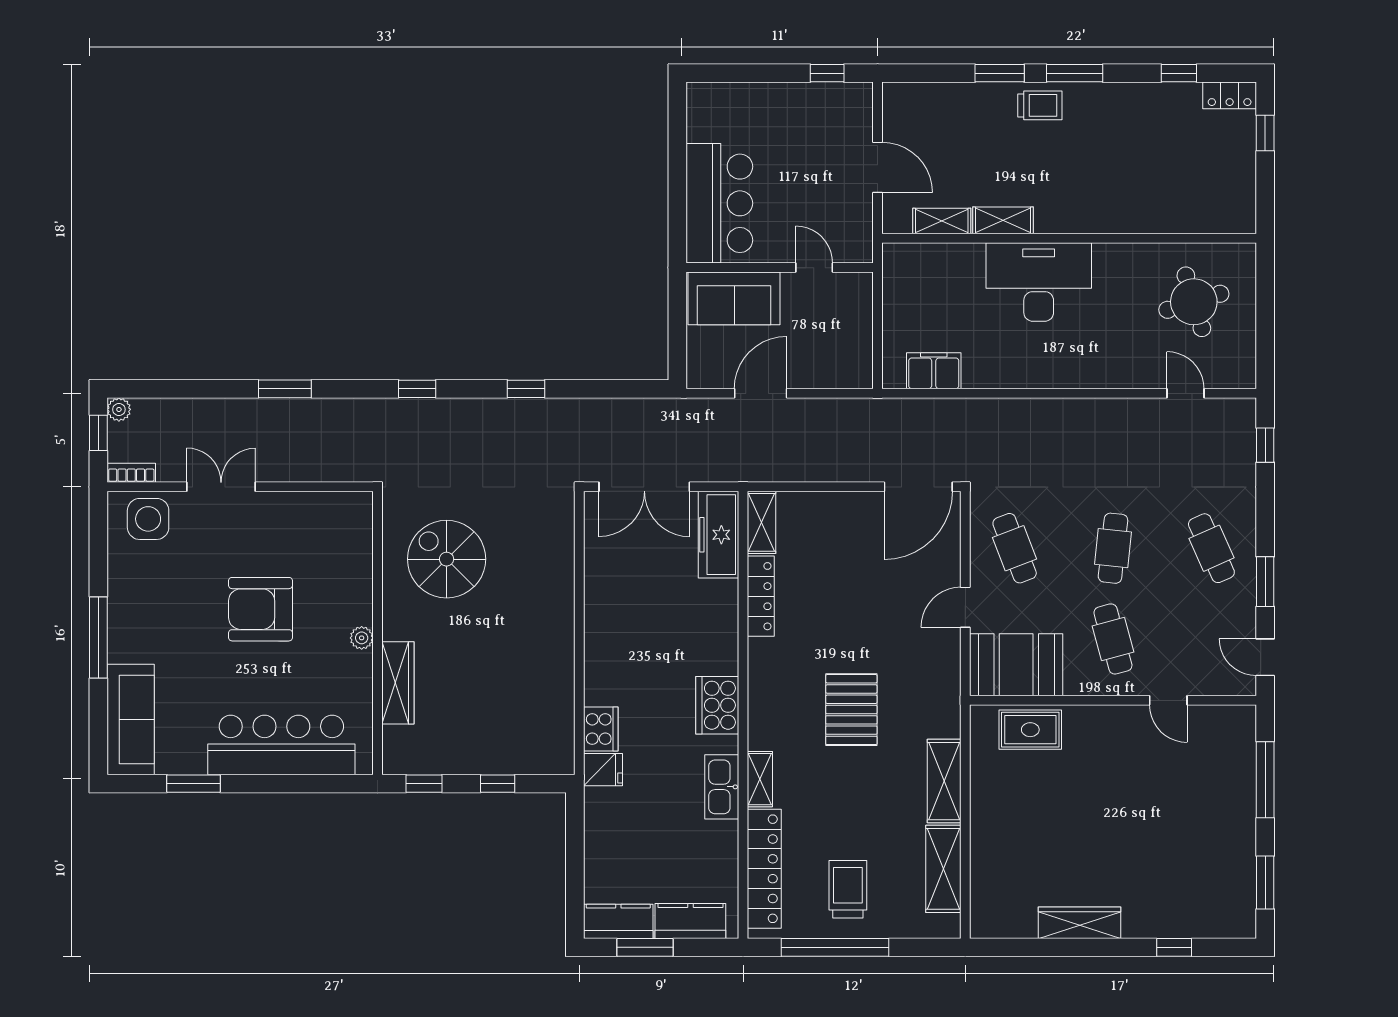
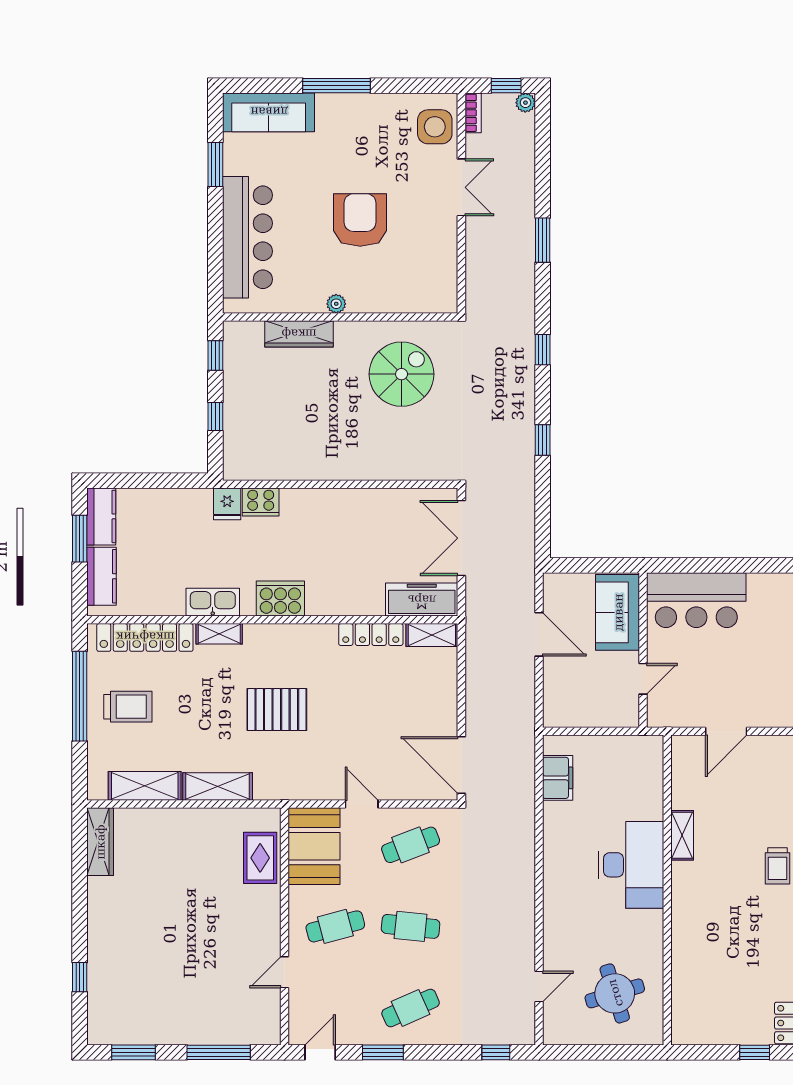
shelving: (942, 221) -> (682, 785), removed
wardrobe: (1079, 923) -> (100, 842), moved

